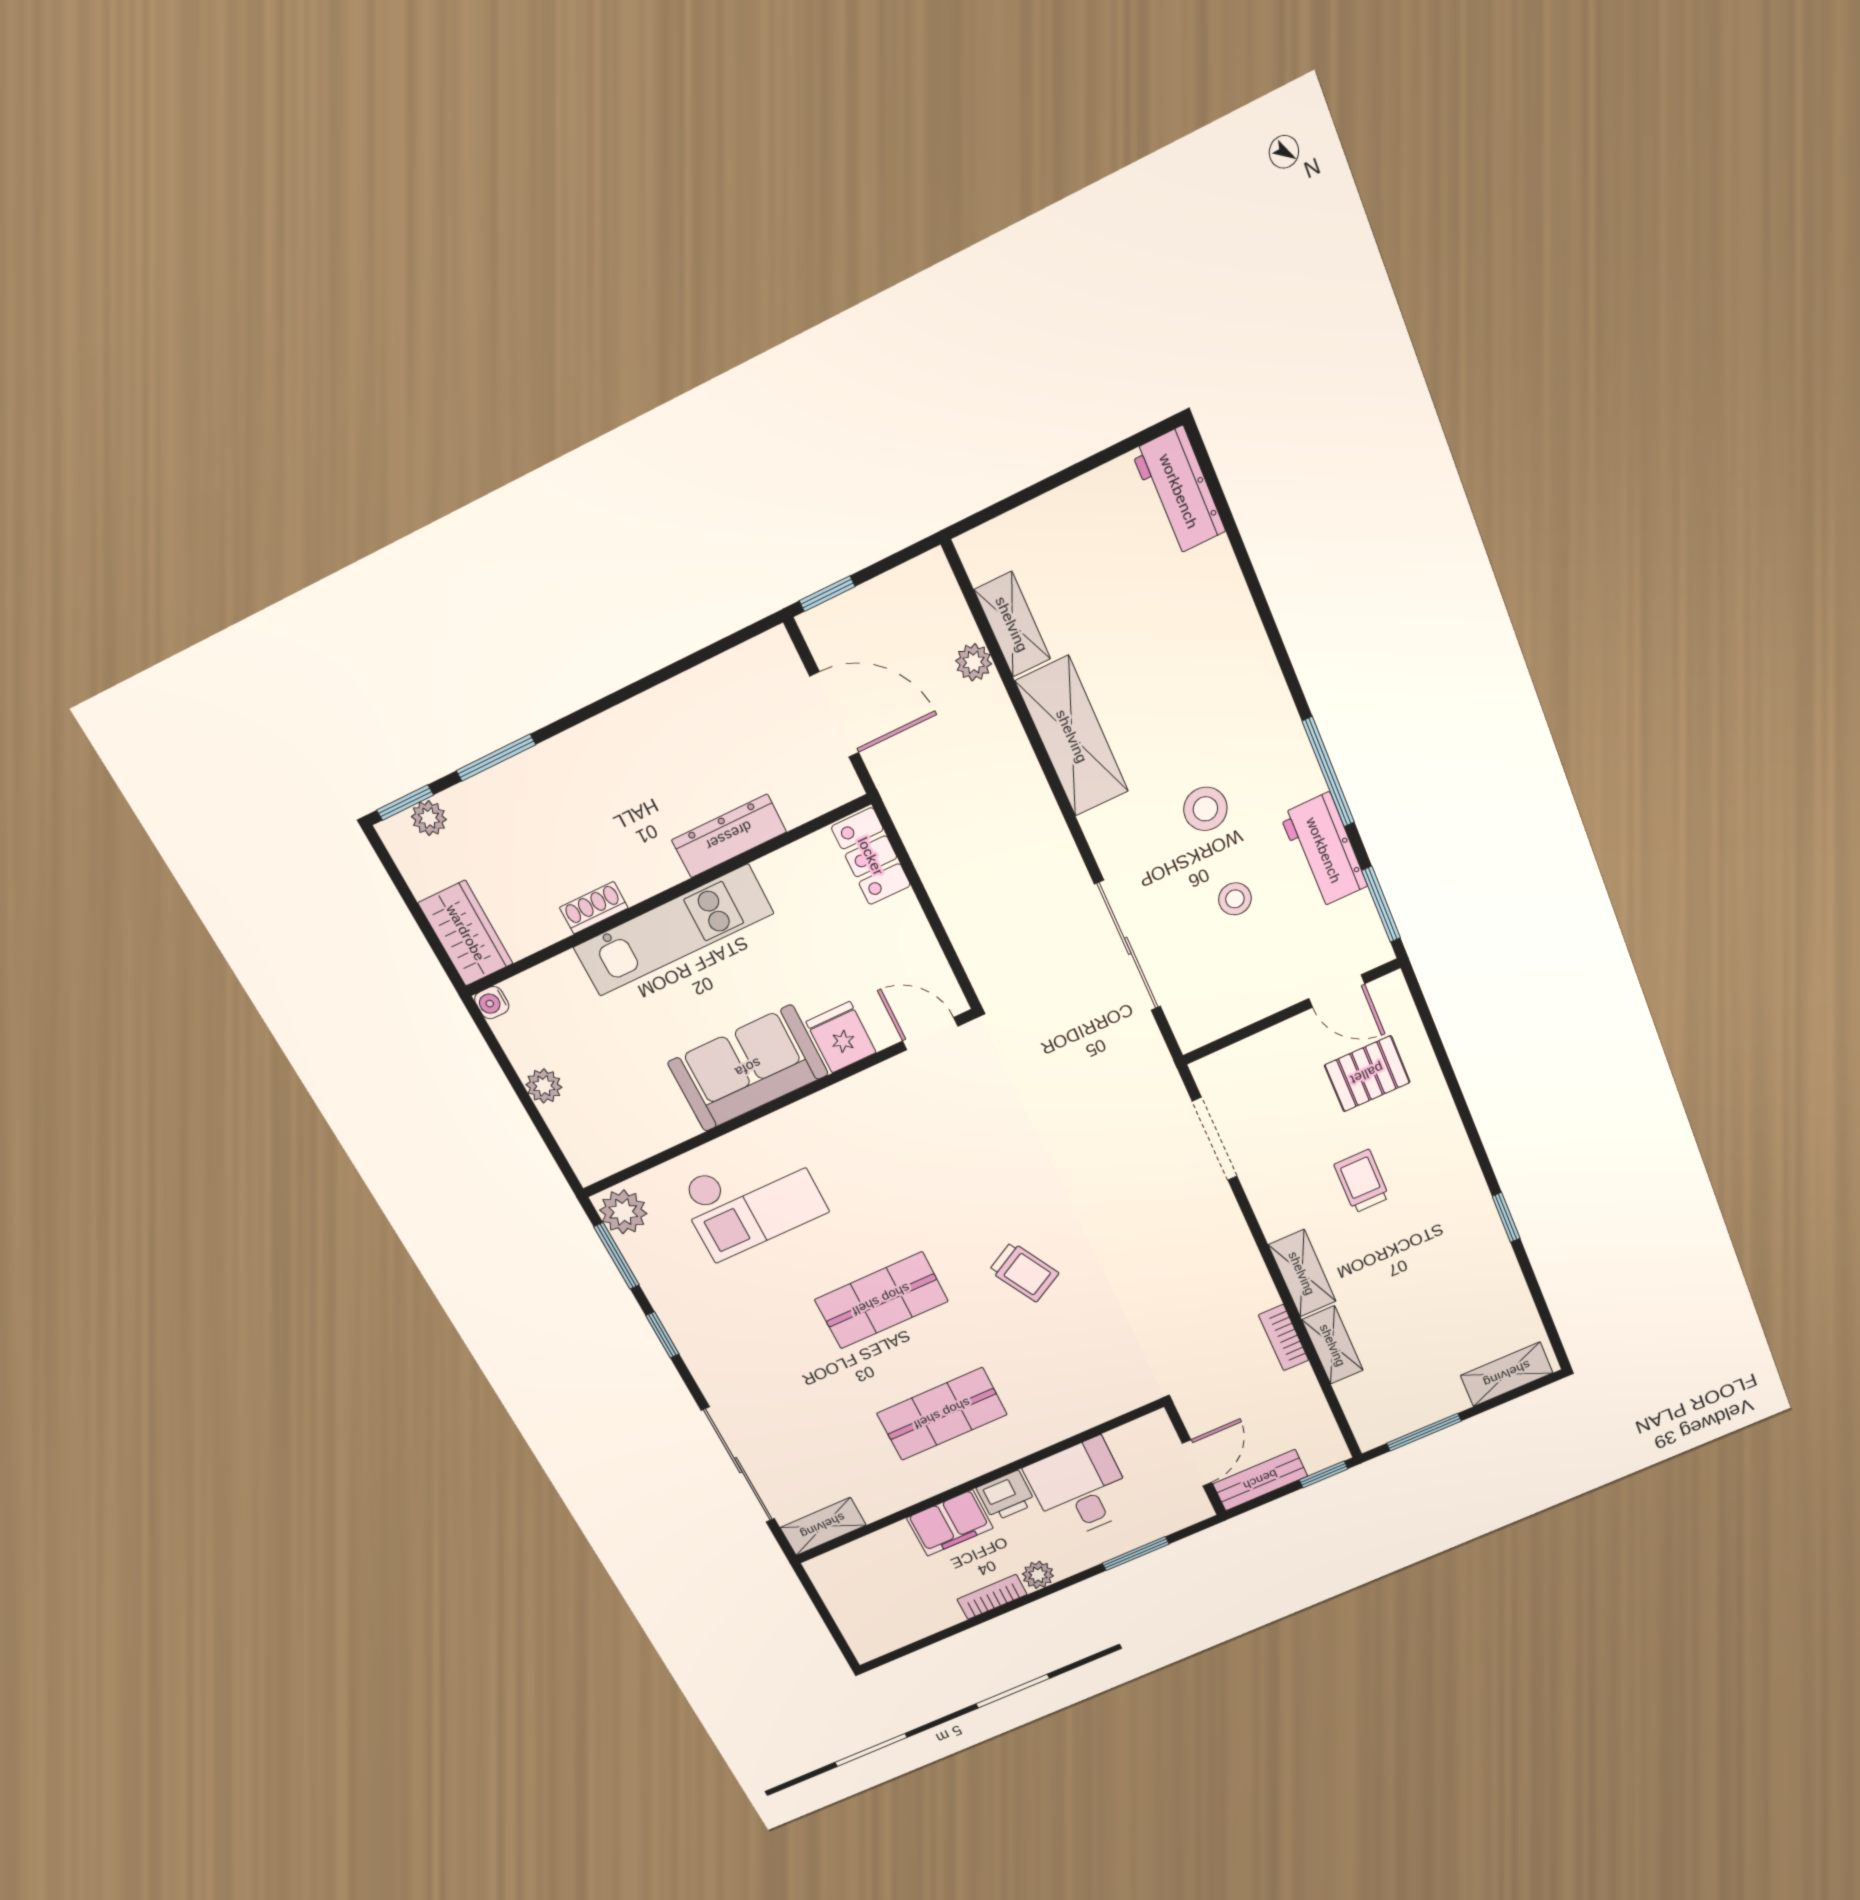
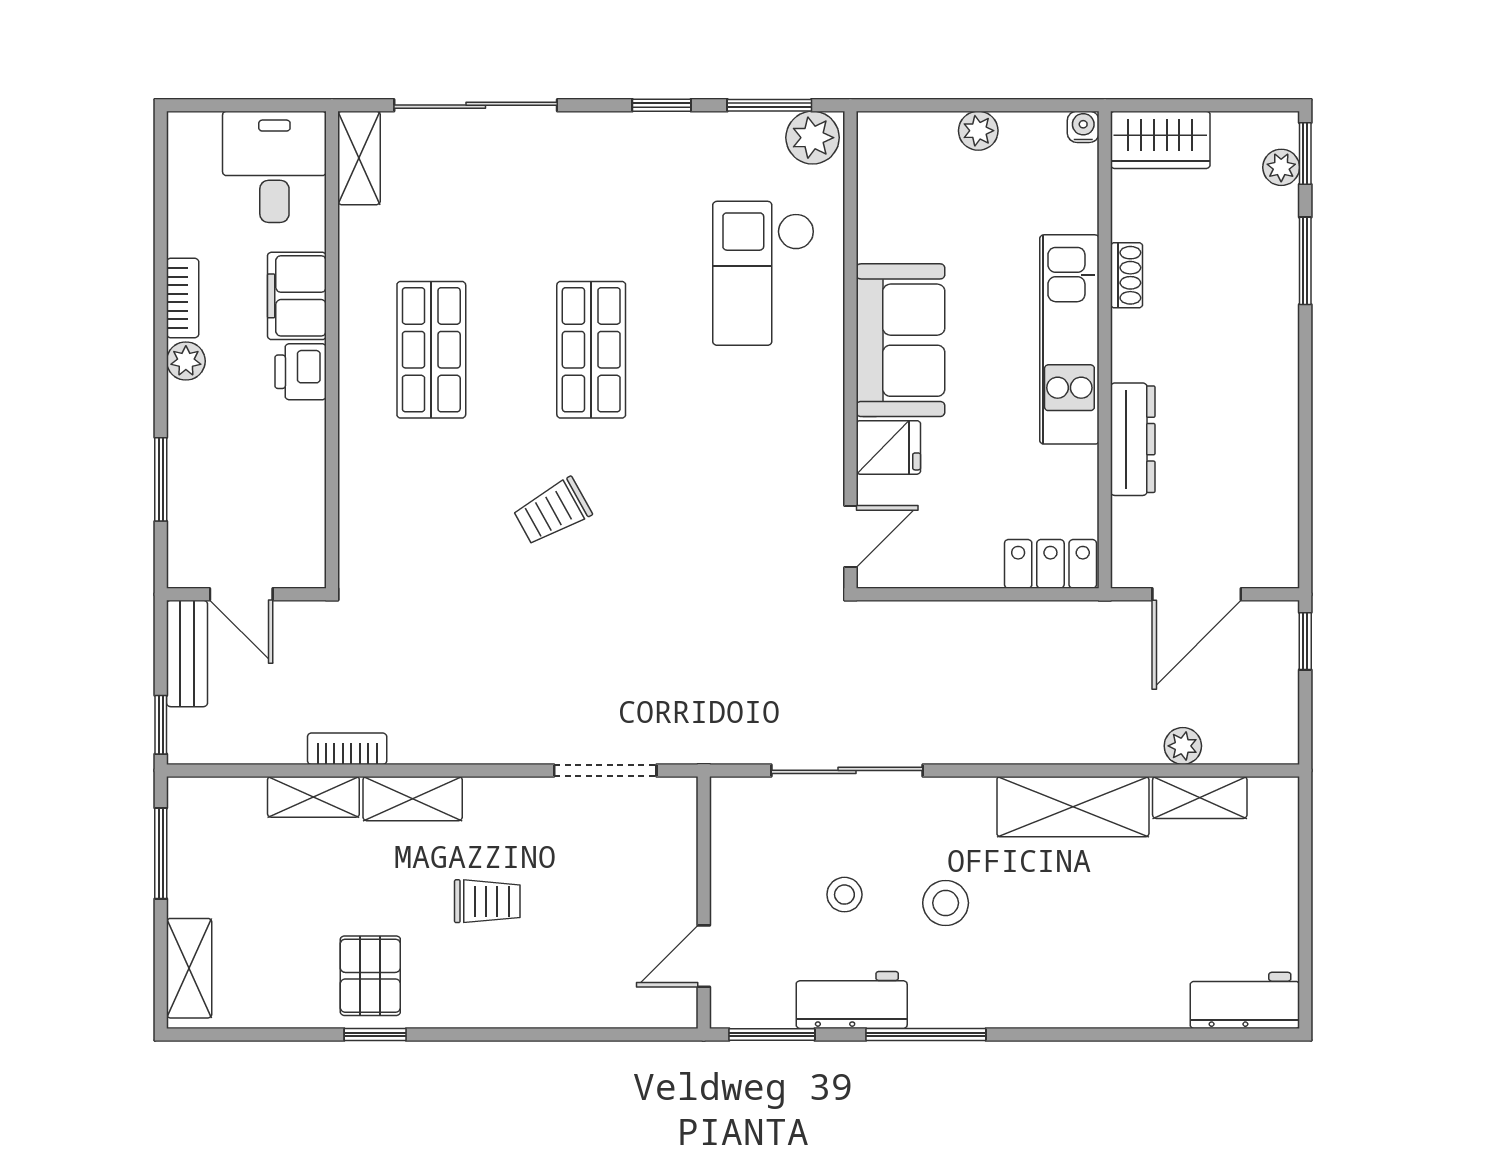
pallet: (1367, 1074) -> (370, 976), moved
desk: (1080, 1489) -> (274, 167), moved, turned -90

